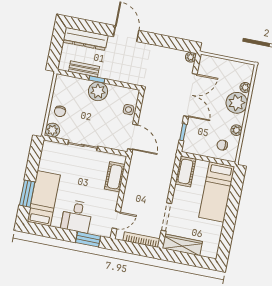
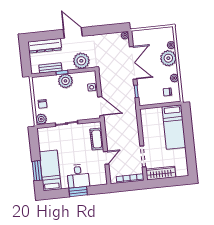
plant: (126, 72) -> (81, 61), added
cot: (185, 171) -> (147, 119), removed
door: (116, 220) -> (106, 158), moved
window: (88, 239) -> (78, 192), moved

